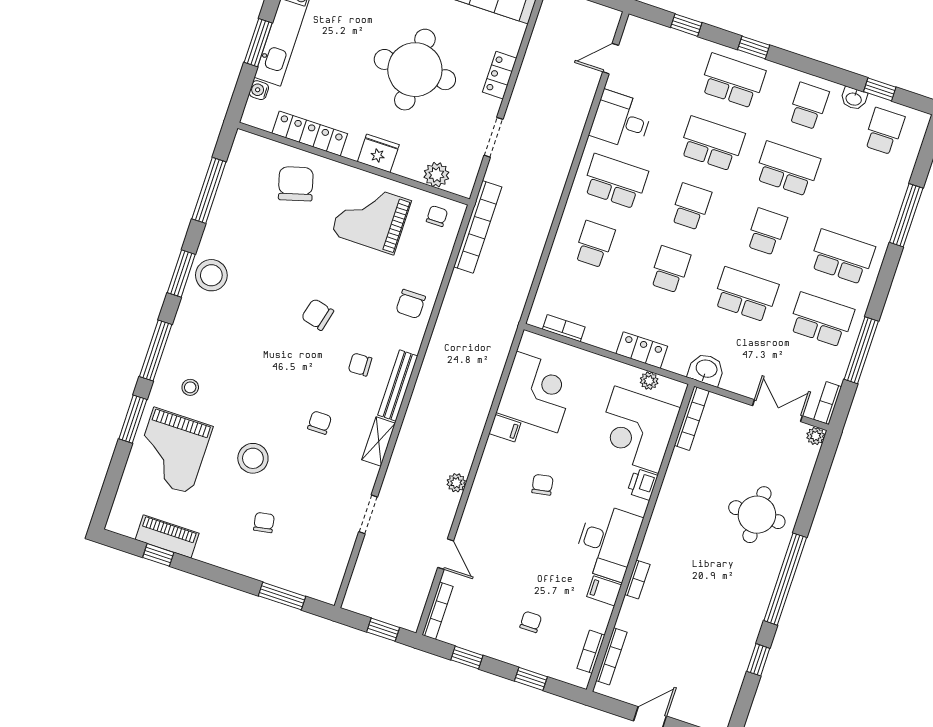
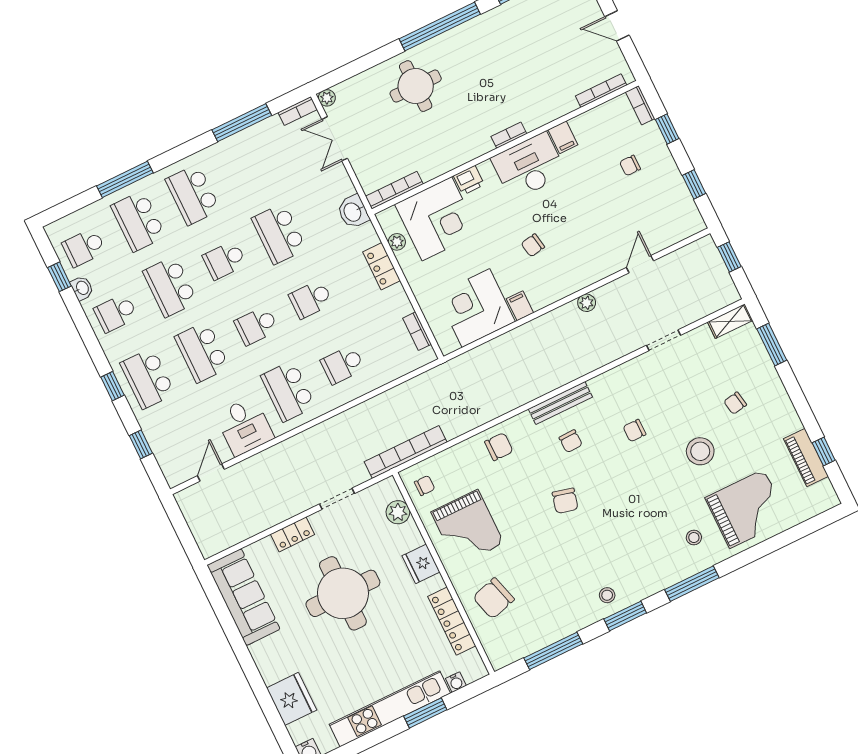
door: (611, 59) -> (211, 472), swing flipped
chair: (437, 216) -> (425, 485), turned 180
stool: (211, 275) -> (607, 595), width x0.53, depth x0.53
school desk: (821, 320) -> (138, 221), moved
window: (133, 419) -> (751, 555), removed
shelving: (379, 441) -> (730, 321), moved
bookcase: (637, 580) -> (509, 135), moved
bookcase: (437, 611) -> (682, 233), removed
bookcase: (591, 652) -> (640, 105), moved, turned 90

